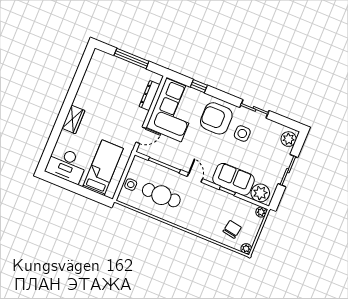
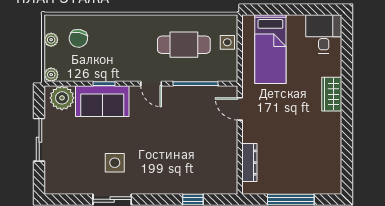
corner sofa: (174, 110) -> (212, 157), removed
armchair: (216, 118) -> (155, 168), removed
door: (141, 135) -> (240, 109), hinge flipped
plant: (289, 139) -> (54, 179), removed
desk: (67, 165) -> (324, 34), width x0.73
plant: (246, 249) -> (51, 40), moved

